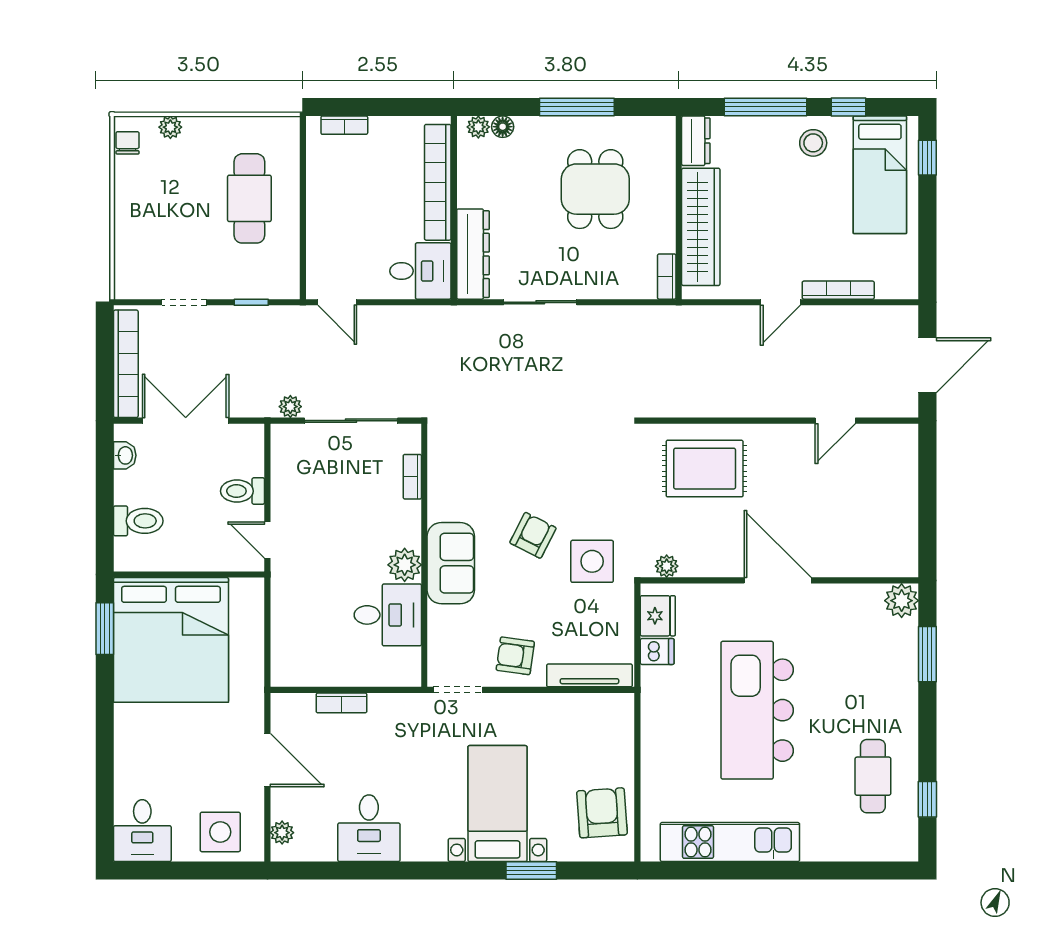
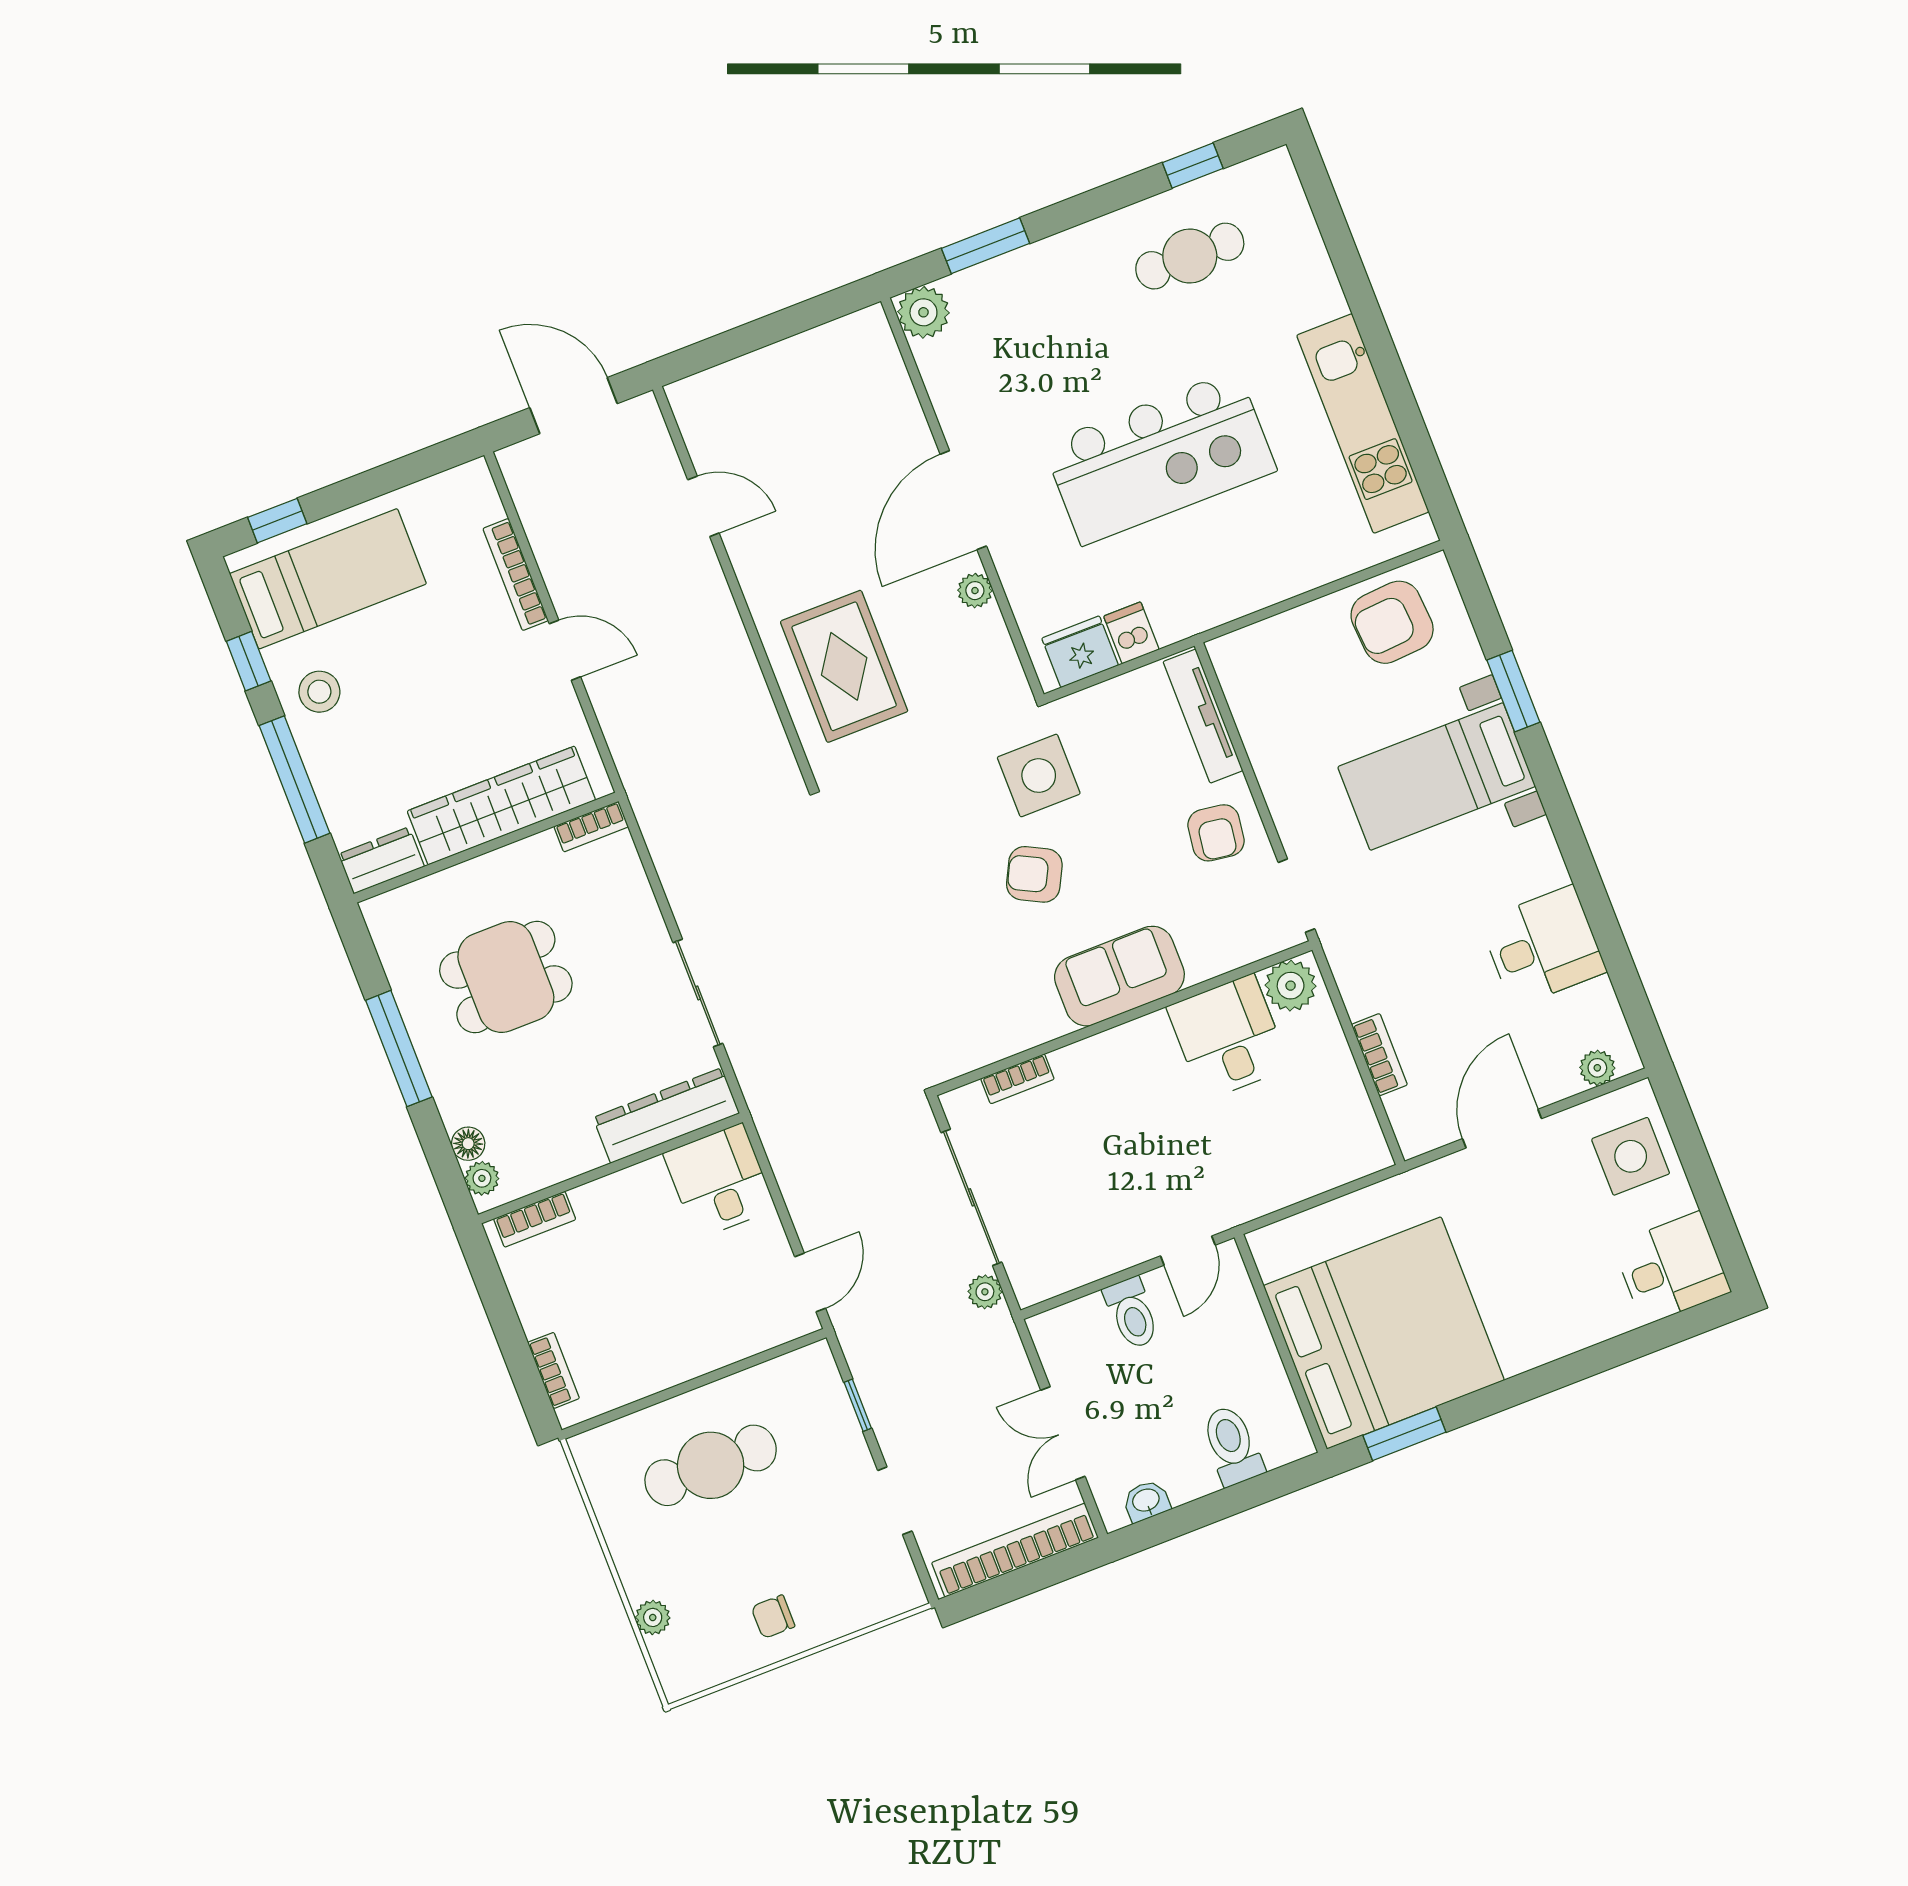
chair: (128, 143) -> (773, 1617), moved
bookcase: (438, 182) -> (535, 1219), width x0.43, depth x0.76
double door: (186, 421) -> (1063, 1433), width x0.73
plant: (405, 565) -> (1291, 986), moved
plant: (667, 566) -> (975, 591), moved

